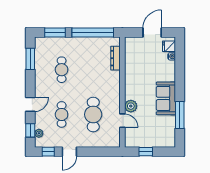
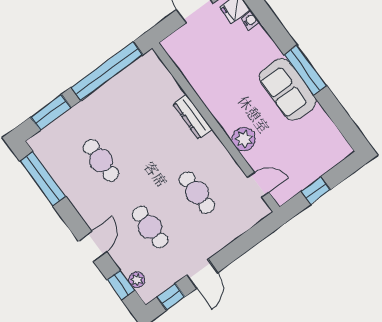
dresser: (116, 58) -> (192, 117), moved
window: (30, 59) -> (43, 179), width x1.44
cafe table: (93, 114) -> (197, 193), width x0.73, depth x0.74
window: (180, 115) -> (305, 70), moved
door: (122, 121) -> (258, 185), moved

